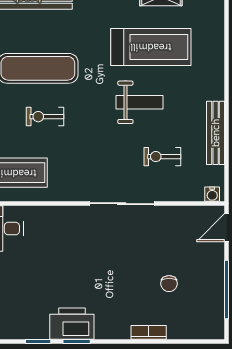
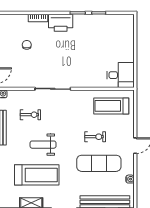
treadmill: (151, 47) -> (37, 175), turned 180
printer: (72, 324) -> (61, 23), moved

